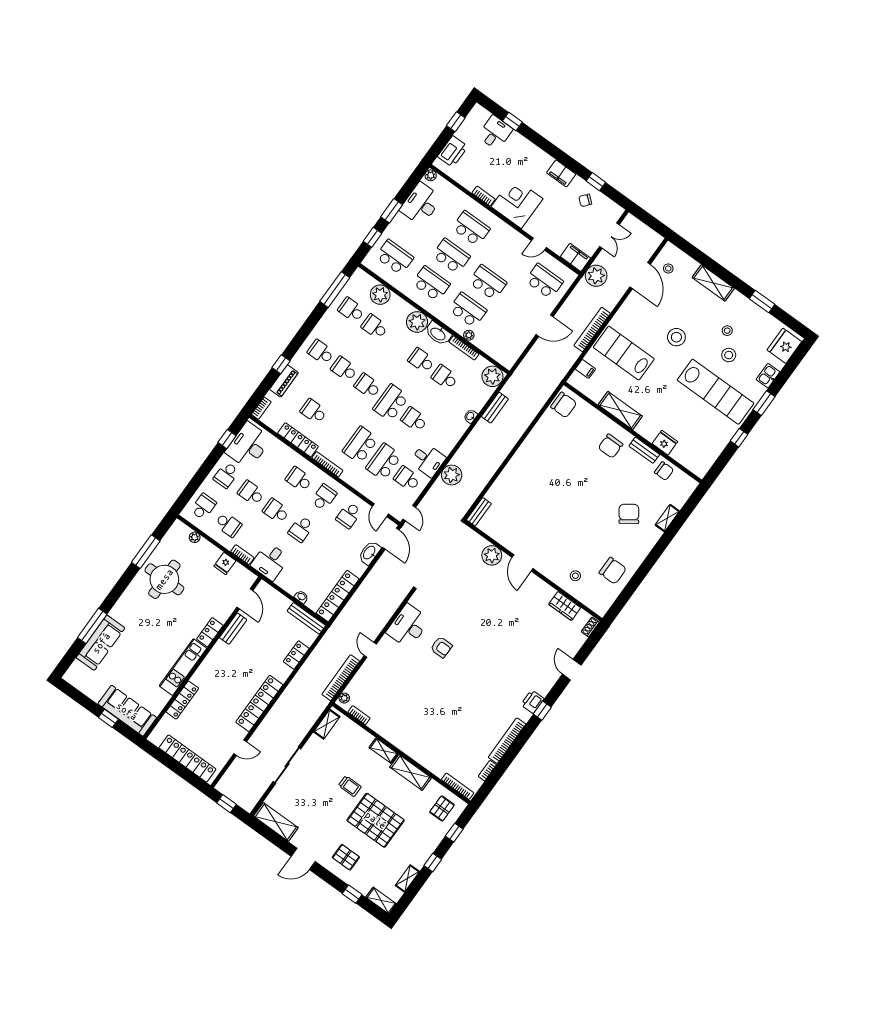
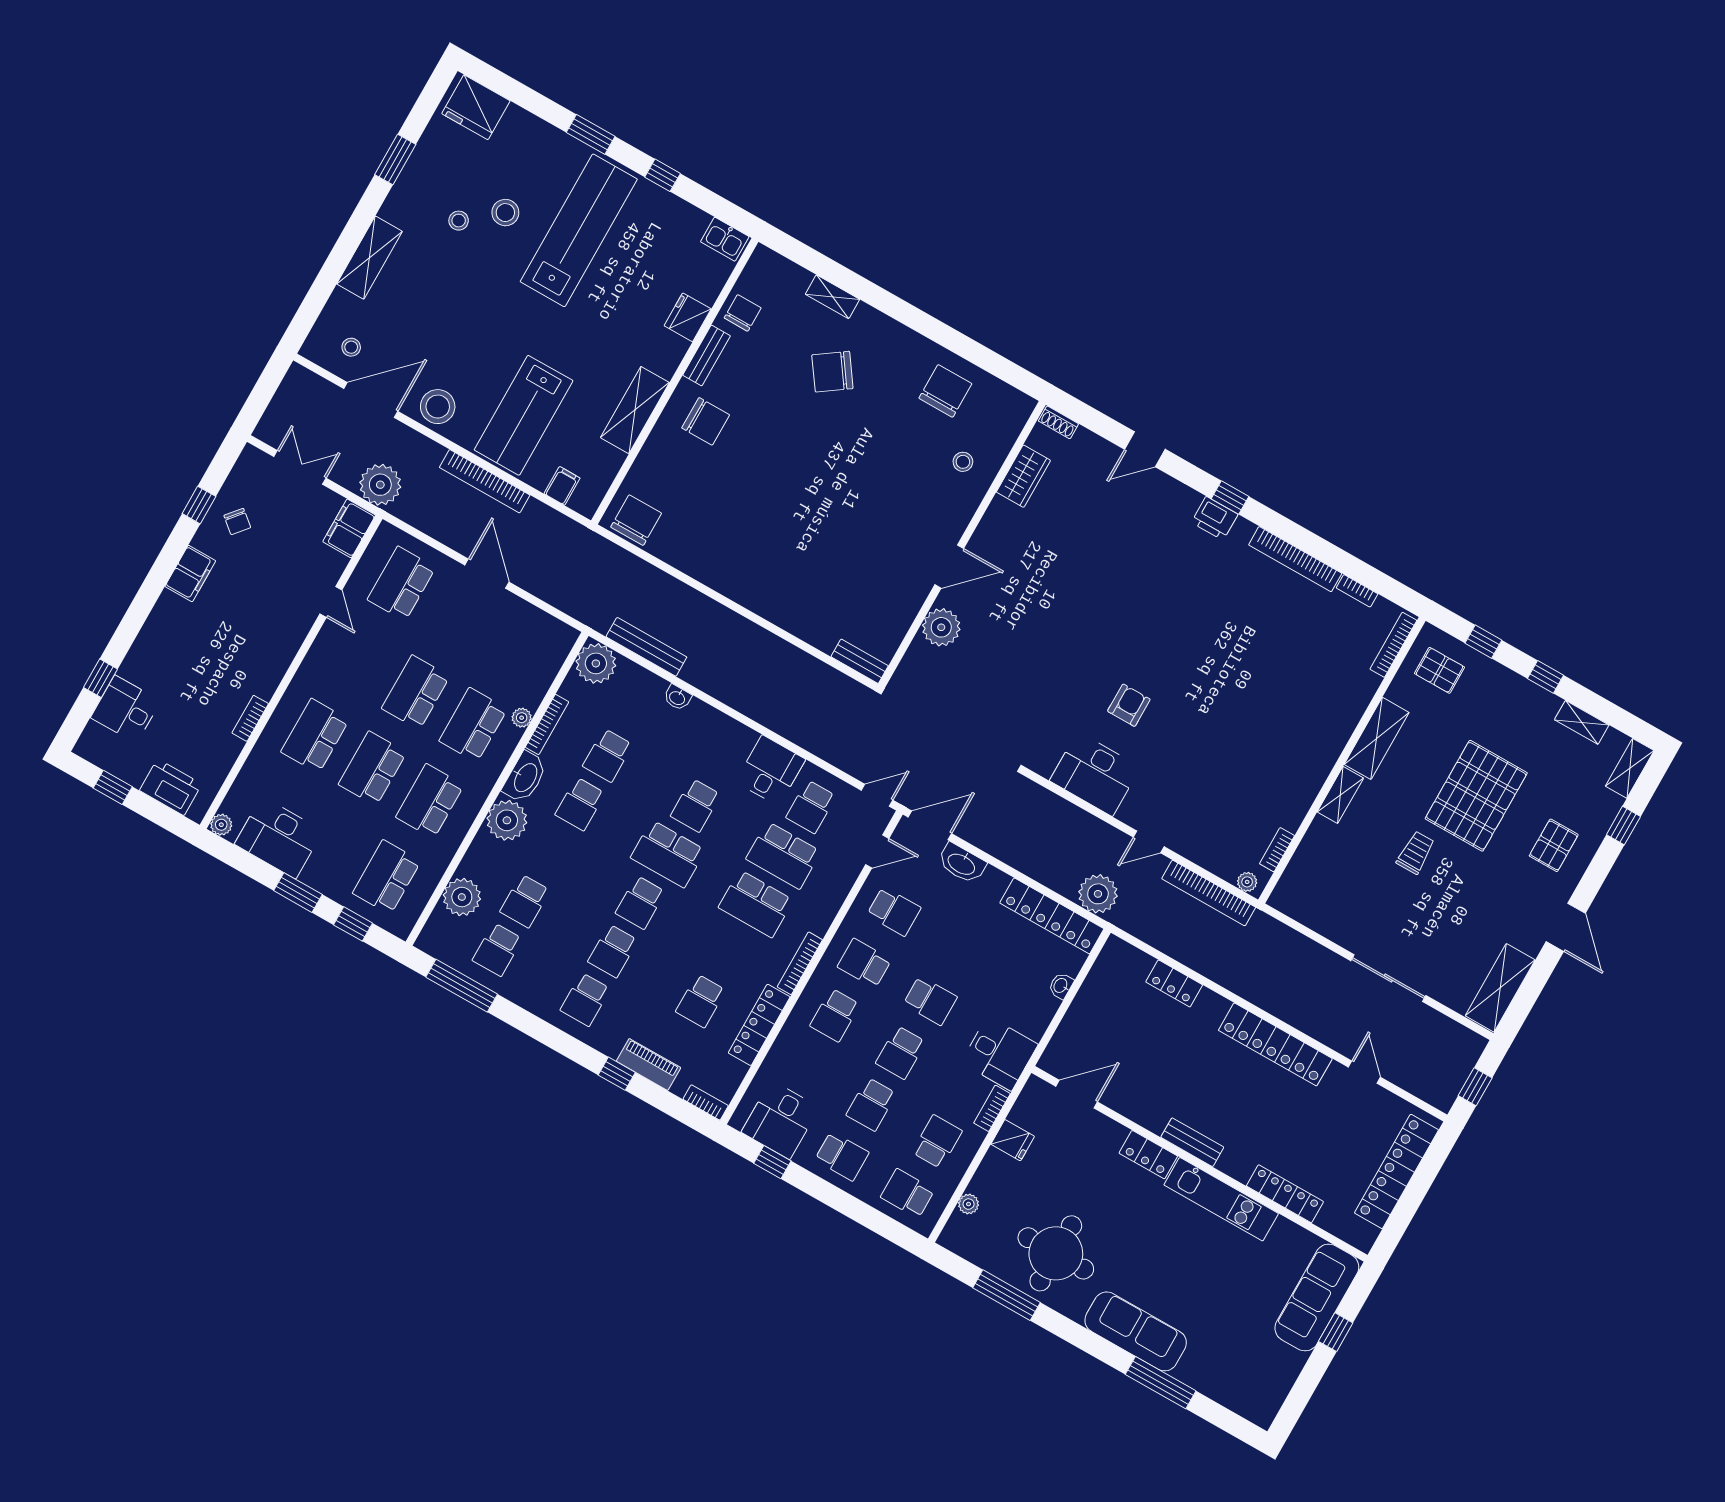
corner desk: (517, 203) -> (256, 653), removed
stool: (676, 337) -> (438, 407), moved
kitchen sink: (768, 376) -> (725, 239), moved
bench: (495, 408) -> (646, 647), width x1.36
desk: (248, 445) -> (780, 1120), width x0.73
plant: (452, 475) -> (1098, 894), moved
bench: (306, 618) -> (1101, 972), removed
bench: (233, 629) -> (1192, 1142), moved
sofa: (101, 643) -> (1136, 1331), moved
shelving: (327, 724) -> (1301, 910), removed

